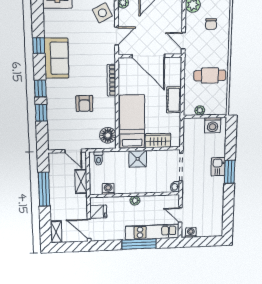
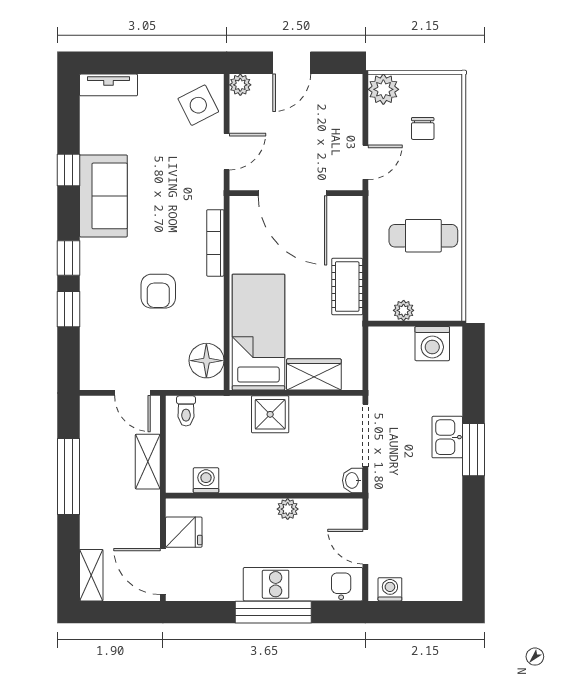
door: (183, 41) -> (365, 162), swing flipped
plant: (135, 201) -> (288, 509), moved

